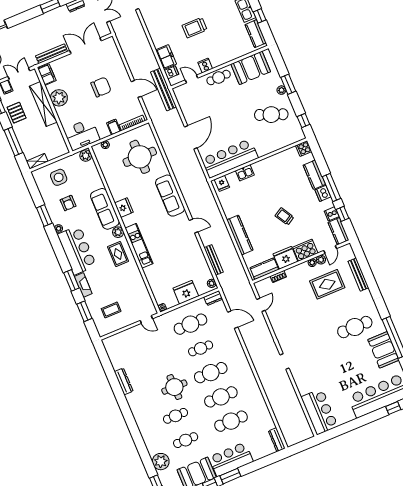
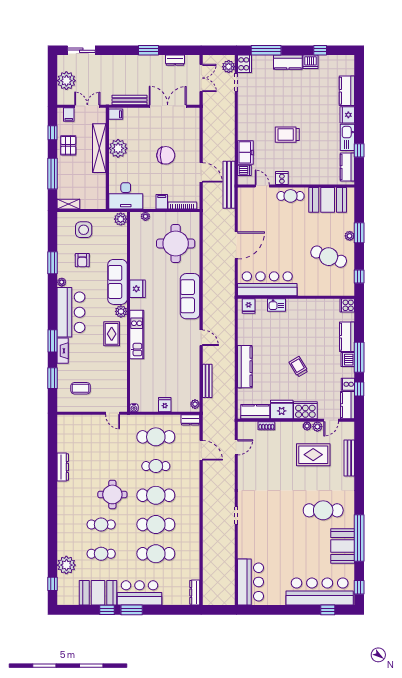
filing cabinet: (47, 75) -> (116, 114), width x0.50
fridge: (186, 292) -> (165, 405), width x0.53, depth x0.75

